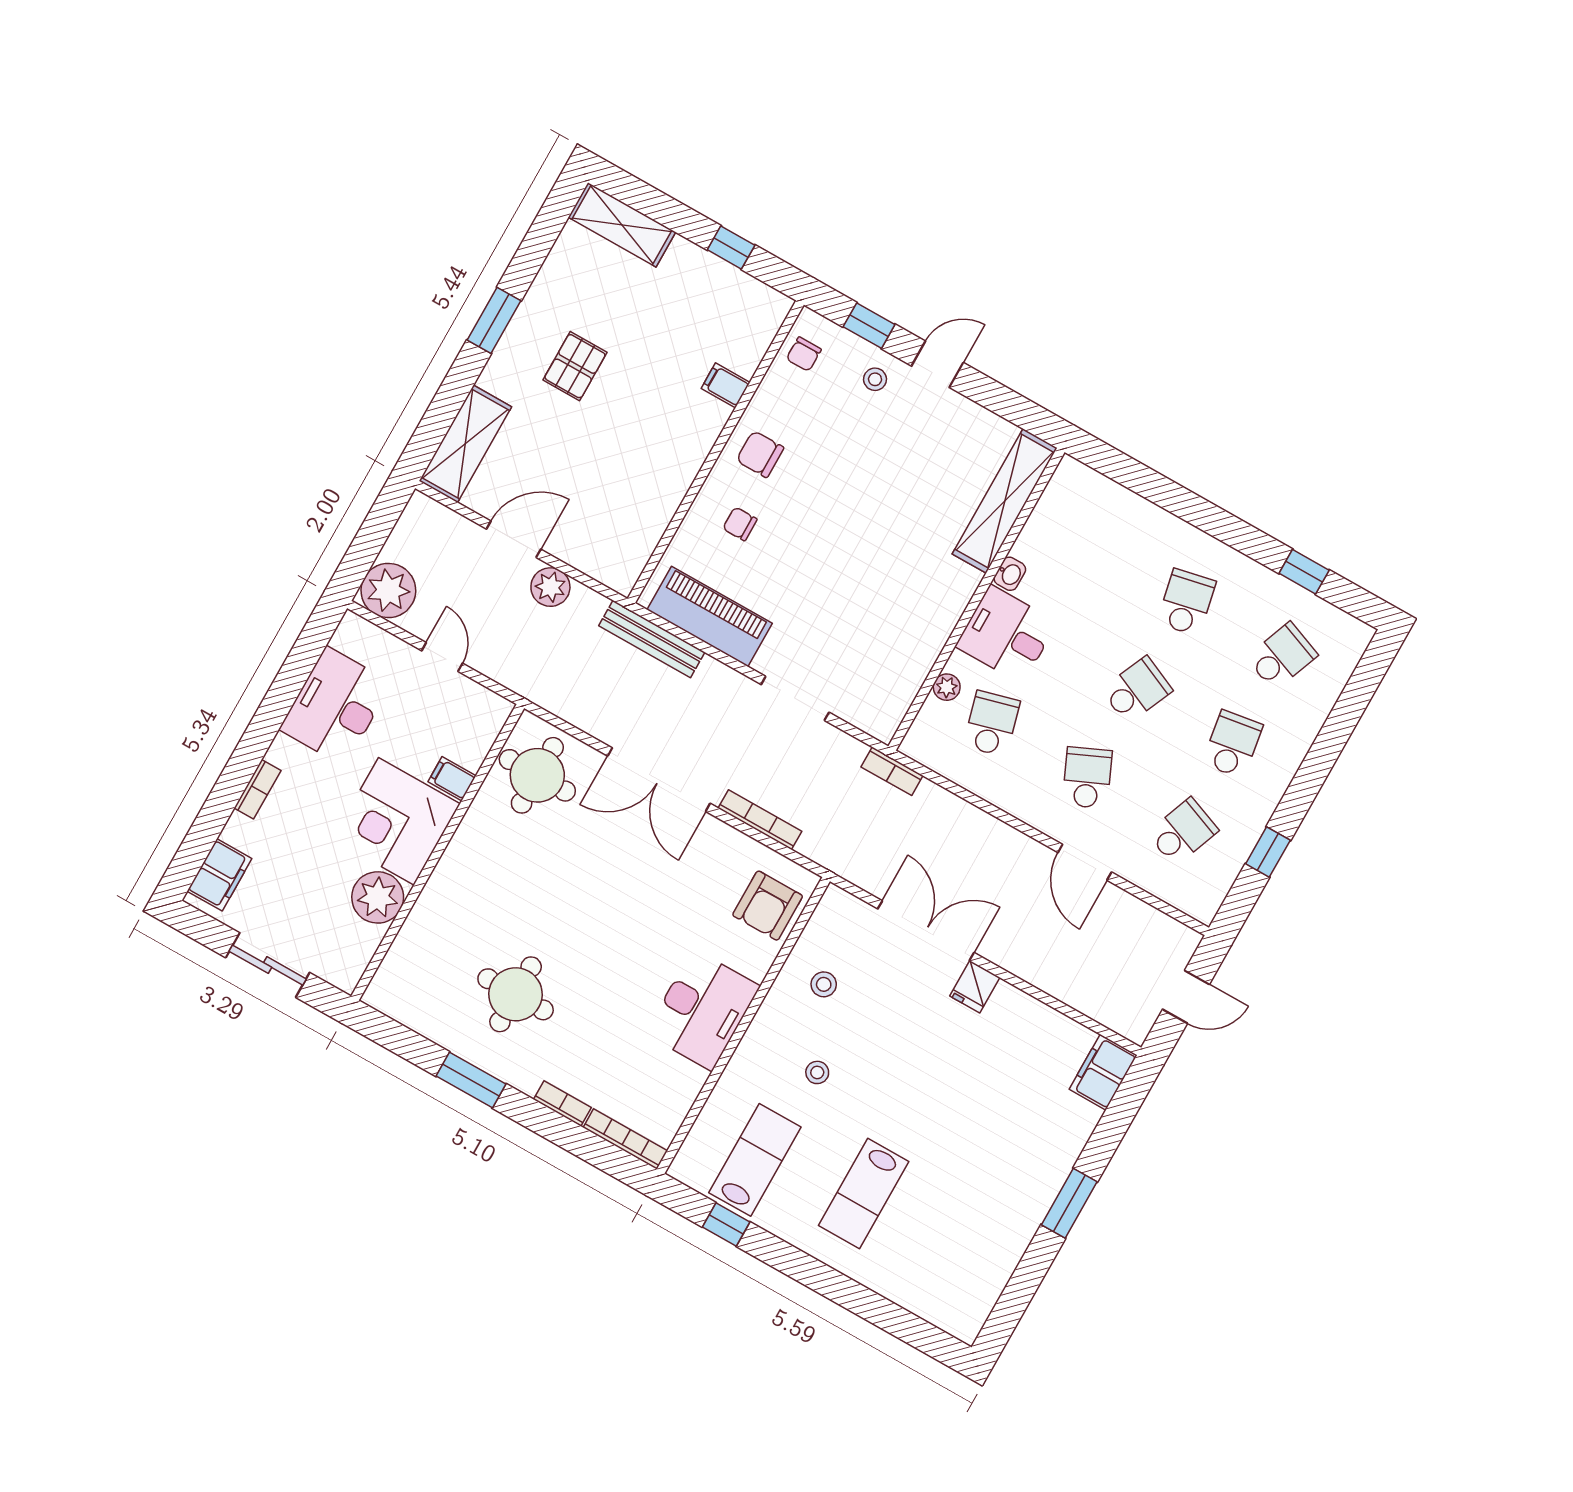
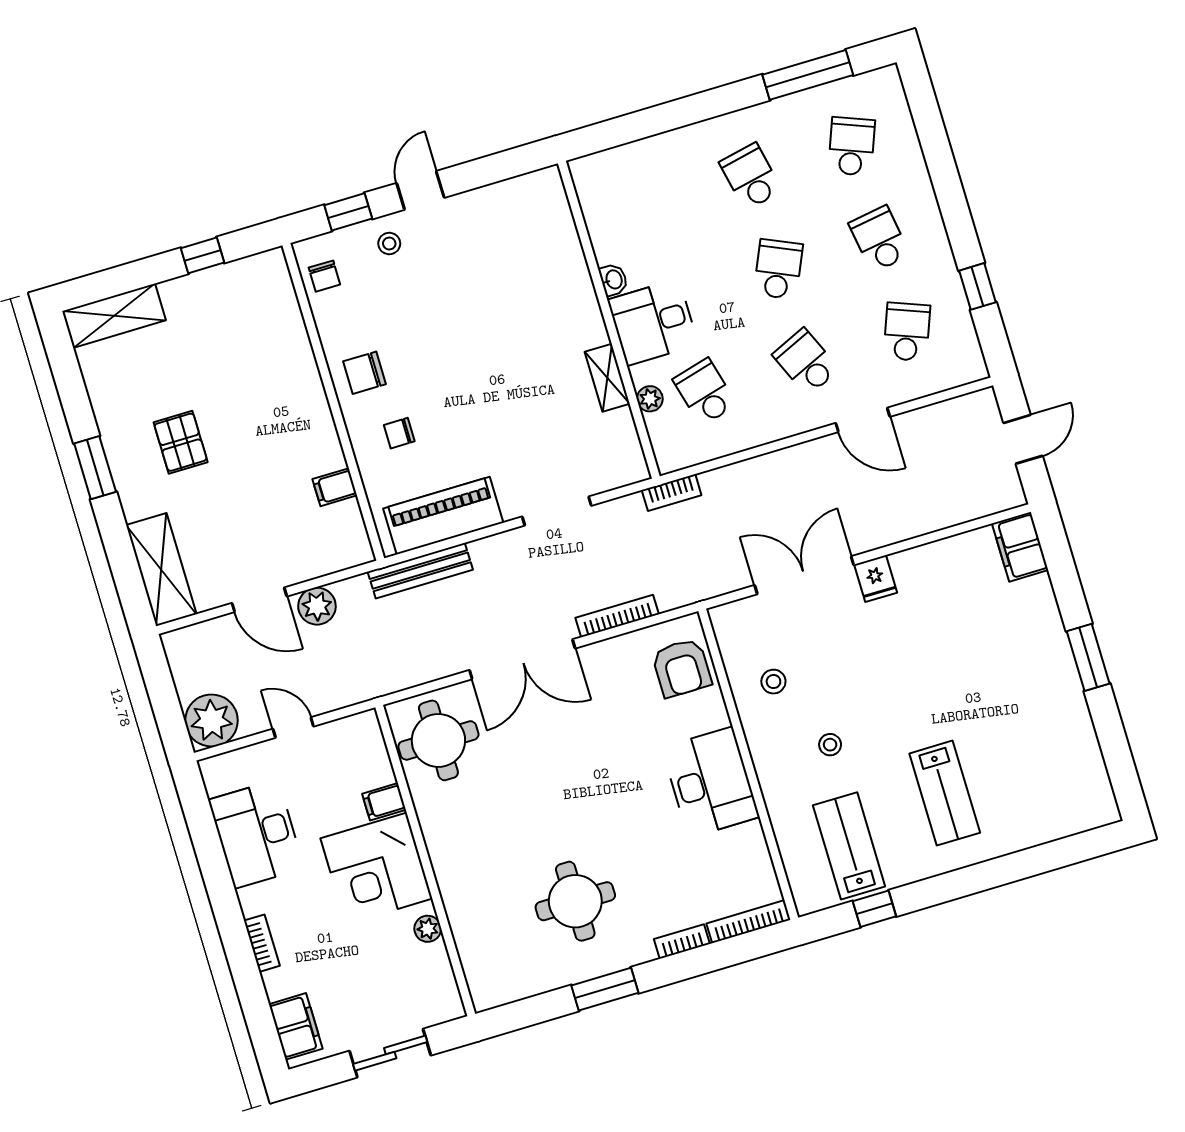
filing cabinet: (726, 385) -> (335, 487), moved
shelving: (1005, 501) -> (607, 378), moved, width x0.45, depth x0.75
door: (514, 539) -> (259, 600), swing flipped
window: (1304, 572) -> (808, 75), width x2.17
plant: (378, 897) -> (428, 929), width x0.53, depth x0.53

